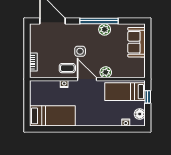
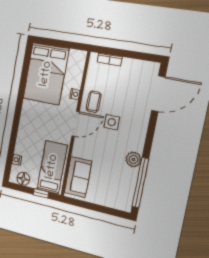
window: (99, 21) -> (140, 183), moved
sofa: (137, 42) -> (78, 177), moved, turned 90
plant: (106, 72) -> (79, 149), removed
bed: (52, 116) -> (46, 74), width x1.50

